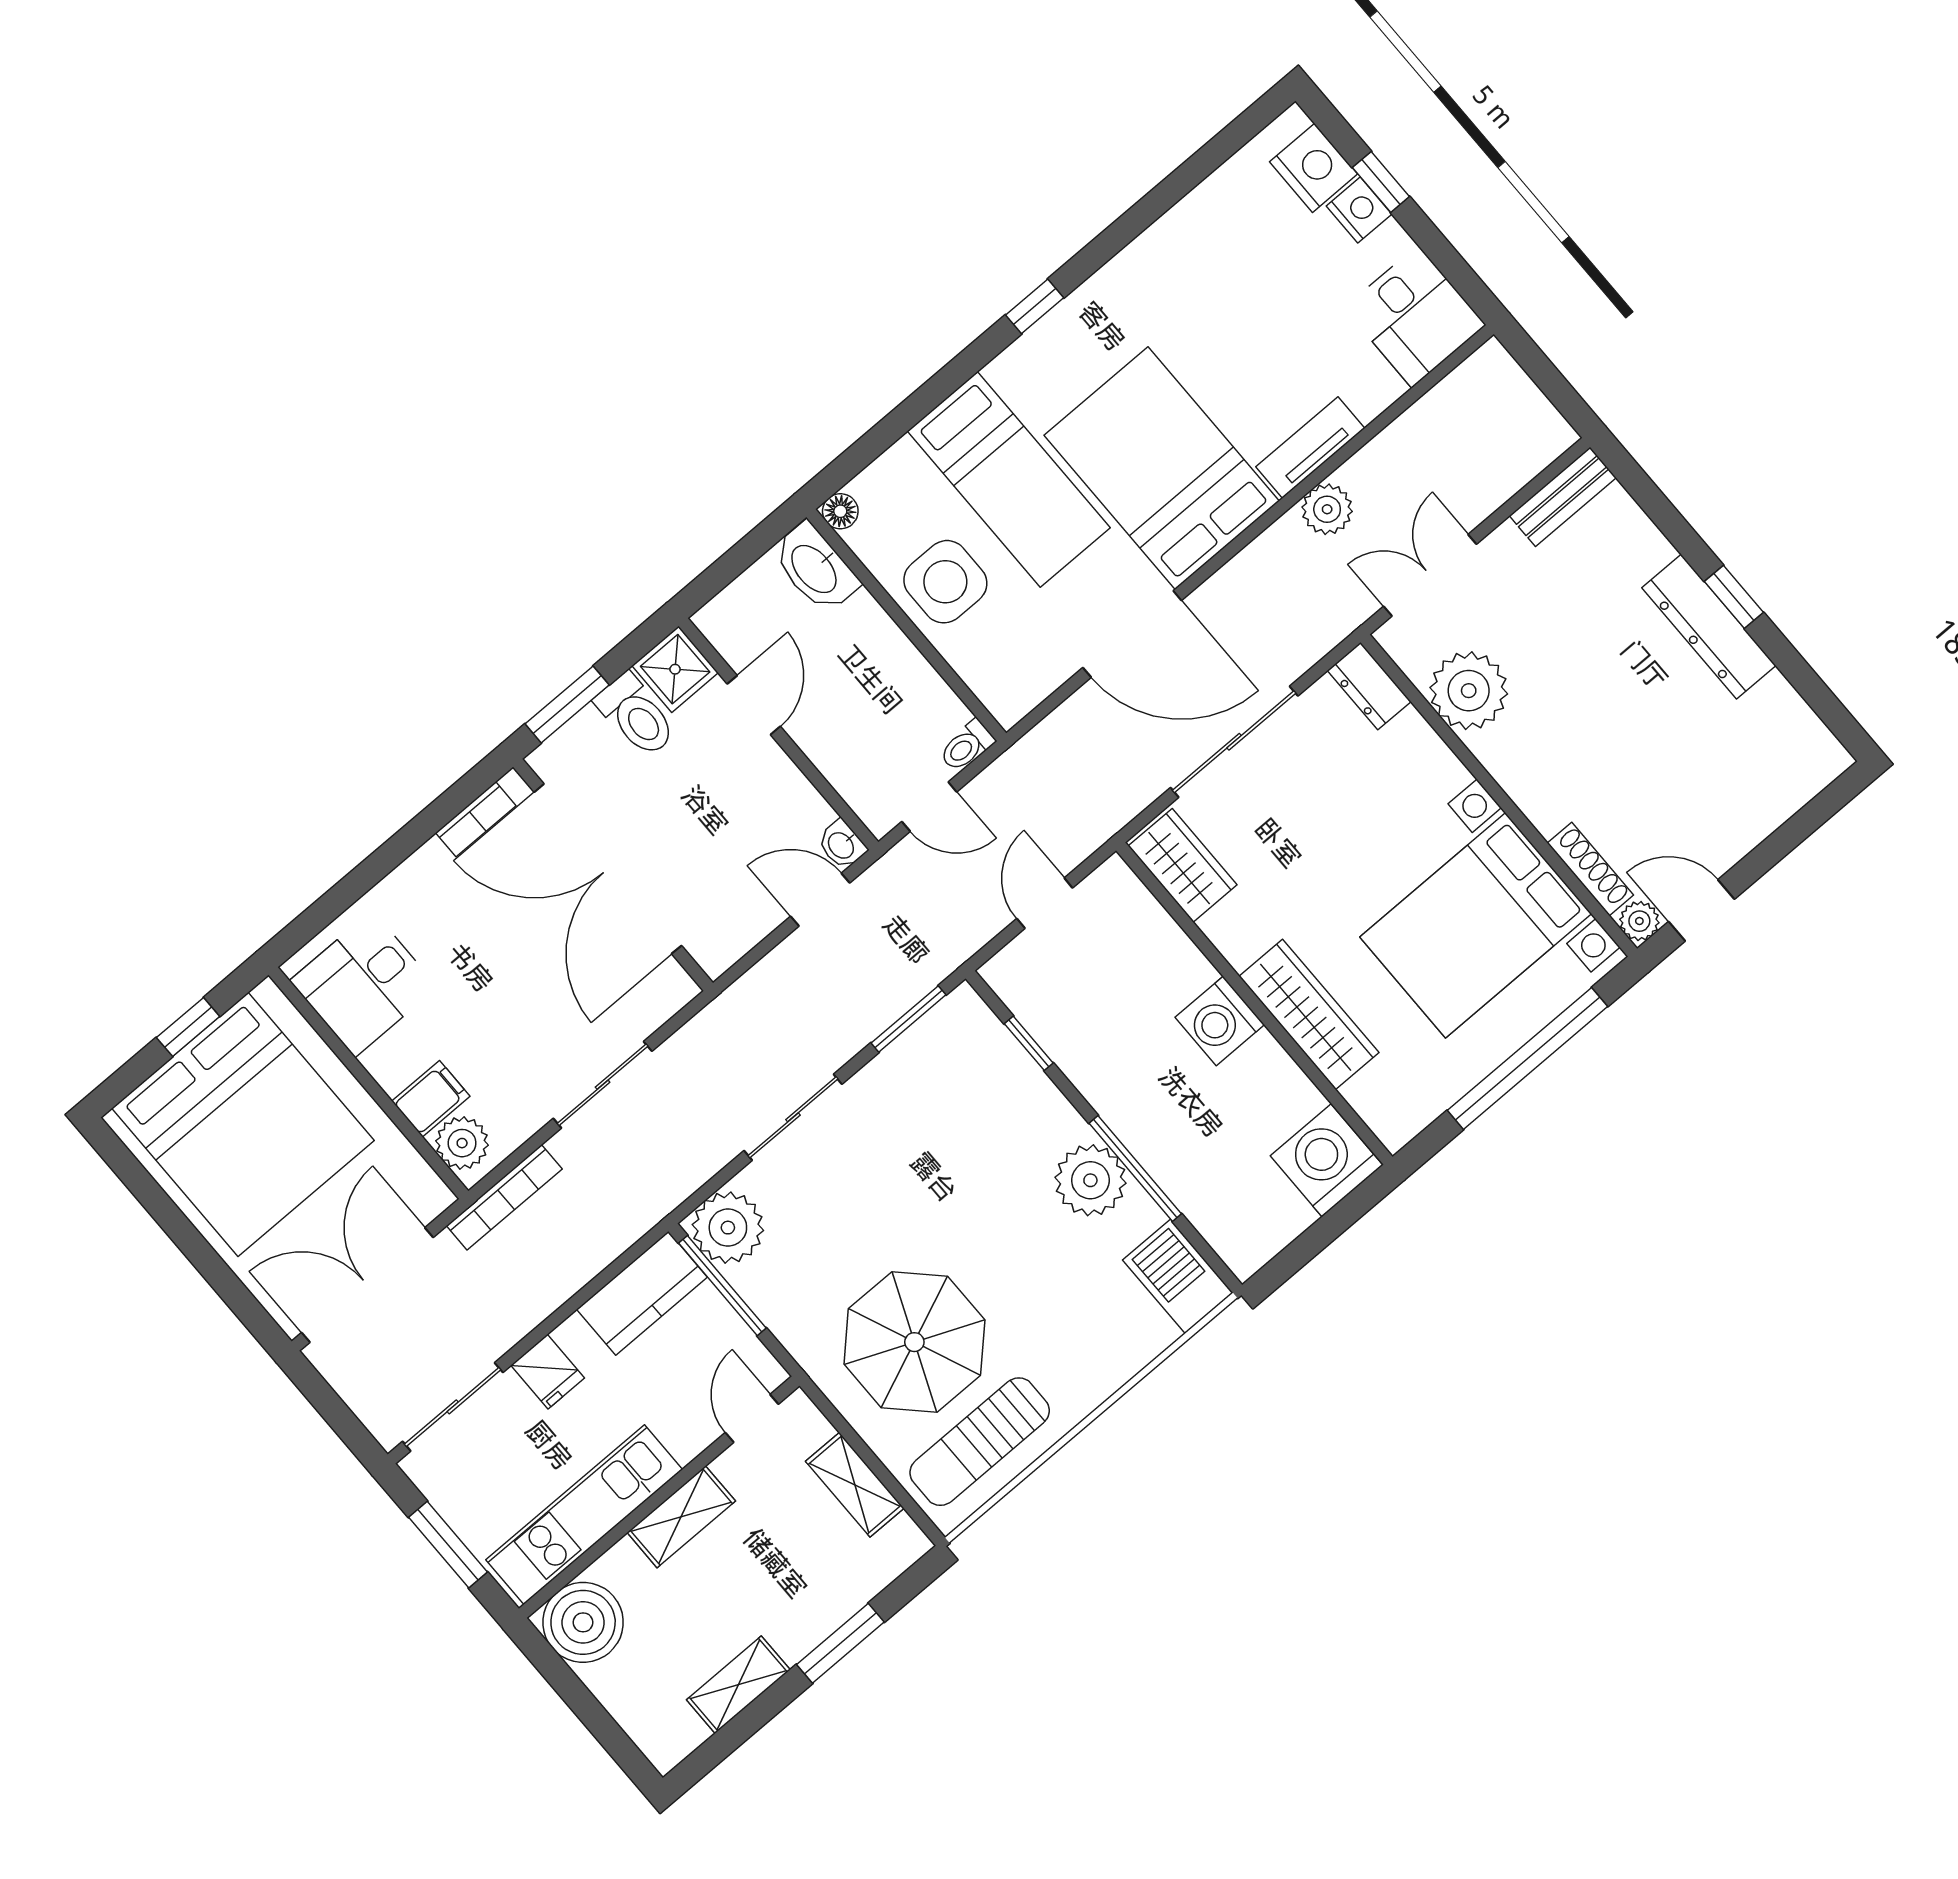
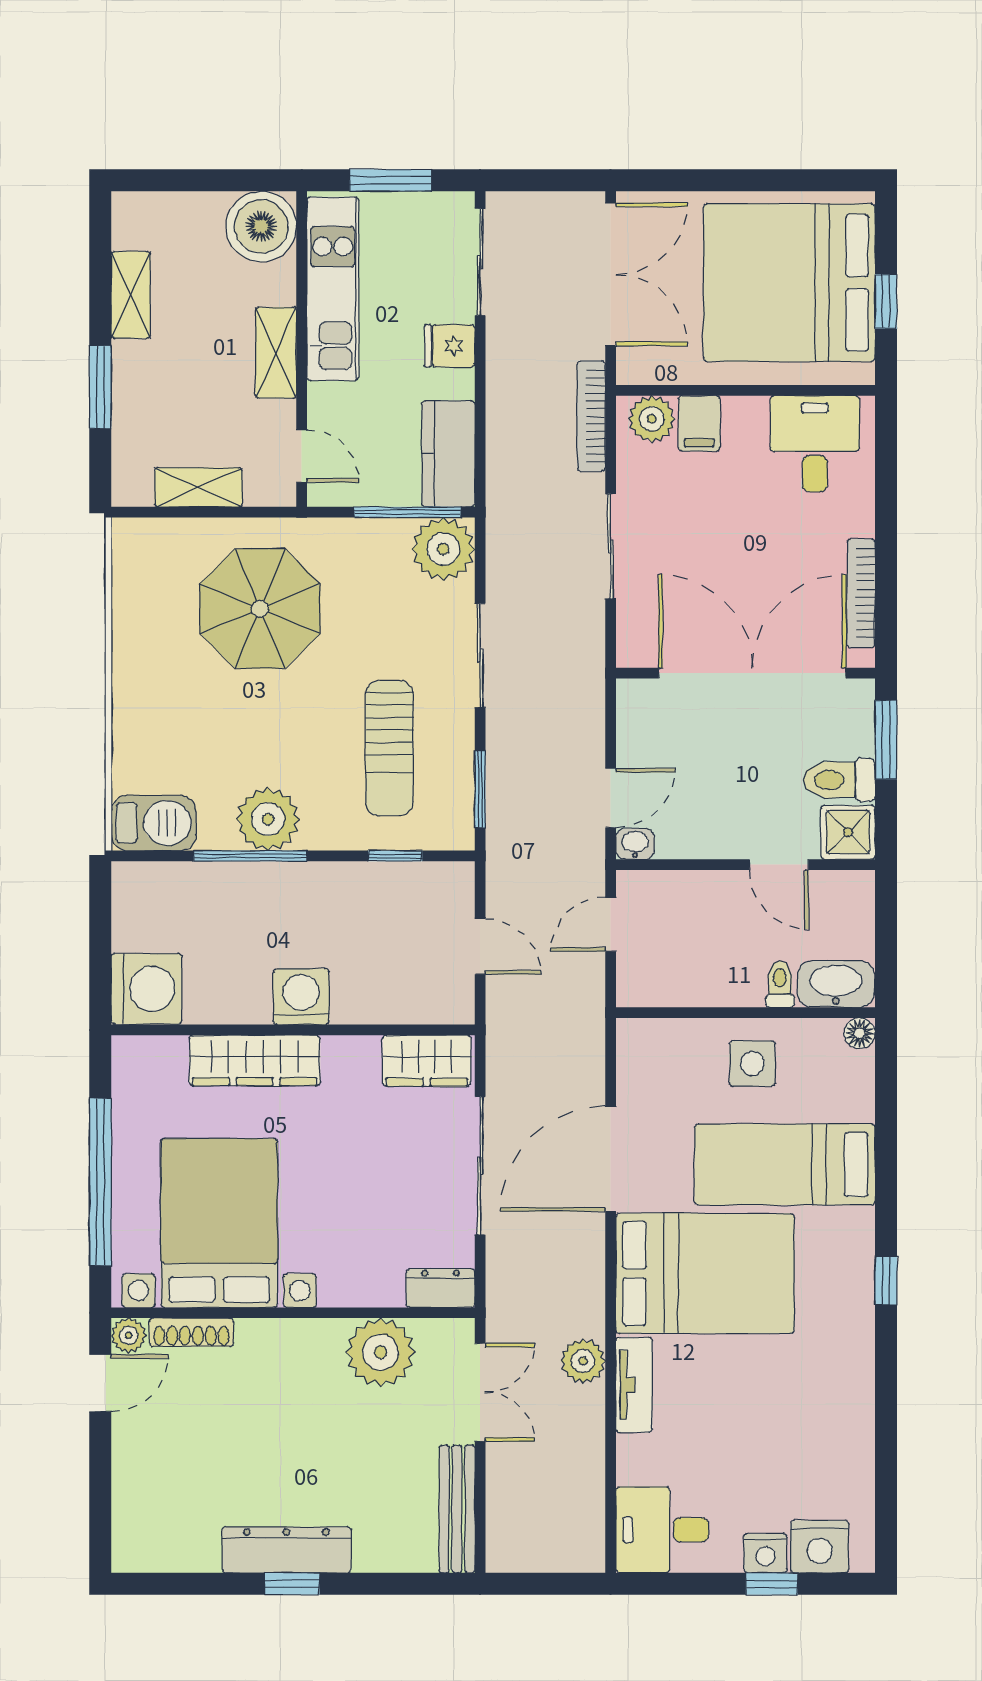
bench: (1563, 497) -> (457, 1509), width x1.36
side table: (945, 582) -> (752, 1063), width x0.73, depth x0.73
toilet: (967, 746) -> (780, 984), moved
bookcase: (476, 819) -> (861, 593), width x1.56
sun lounger: (980, 1442) -> (389, 748), moved, turned 180

